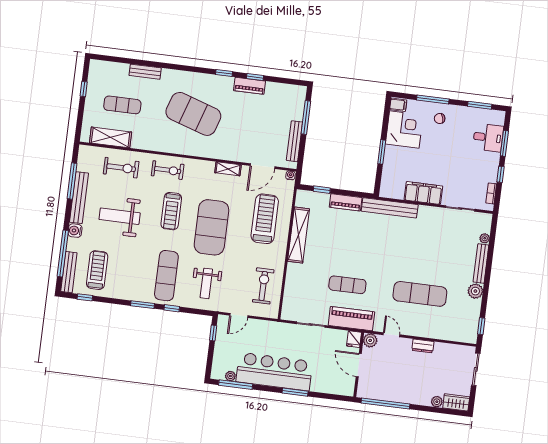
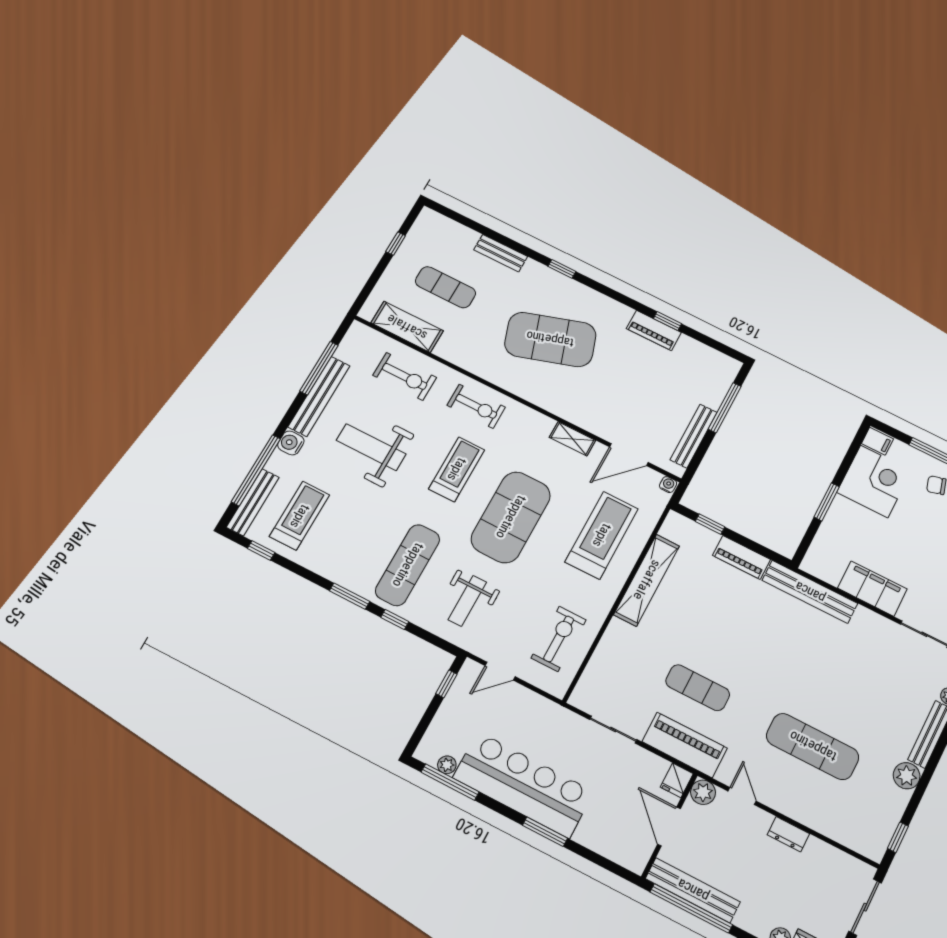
window: (224, 73) -> (562, 269), moved
exercise mat: (193, 114) -> (550, 339), turned -36
treadmill: (171, 211) -> (457, 469), turned 180
bench: (383, 394) -> (693, 890), added

